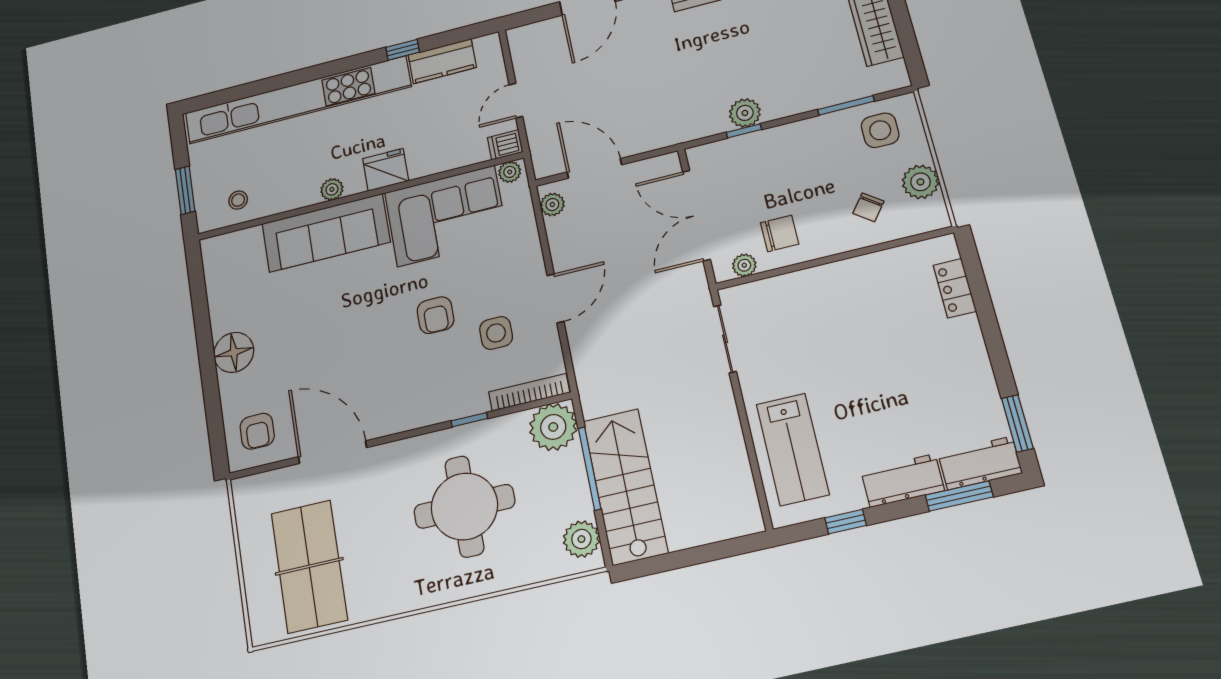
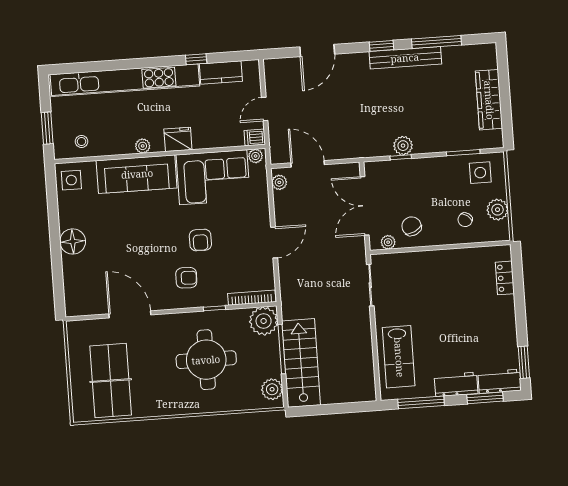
chair: (780, 233) -> (412, 226), turned -115
side table: (496, 333) -> (71, 180), moved
armchair: (257, 431) -> (186, 278), moved, turned -88
window: (846, 522) -> (421, 402), width x2.17

